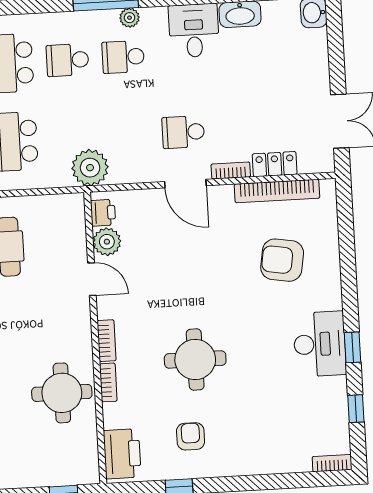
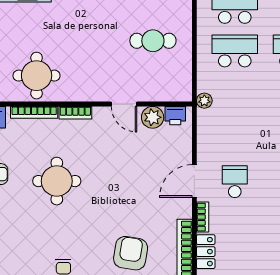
plant: (90, 168) -> (204, 101), width x0.53, depth x0.53
door: (92, 279) -> (124, 104), hinge flipped
bookcase: (108, 382) -> (34, 112), width x1.56

